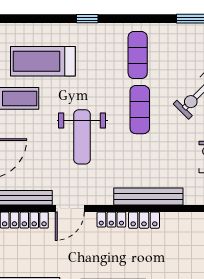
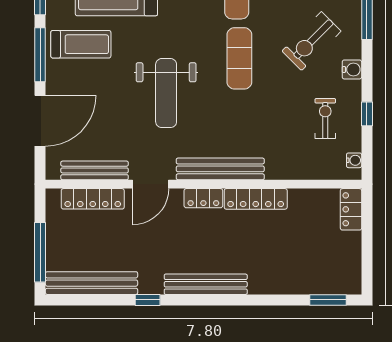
bench: (148, 197) -> (220, 169), moved
locker: (144, 220) -> (256, 199), width x1.53

